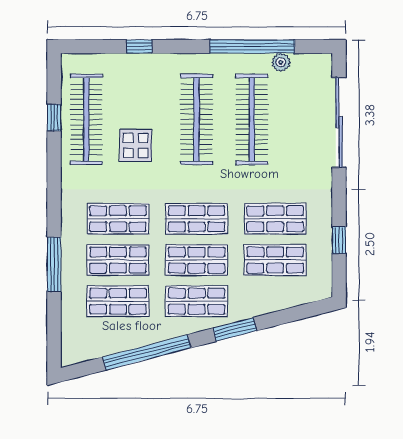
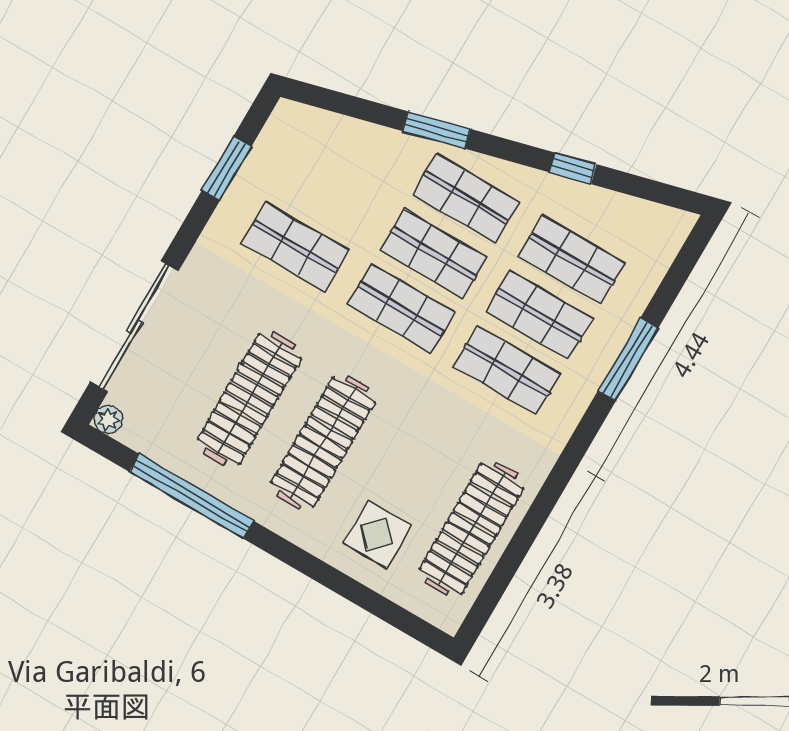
window: (139, 47) -> (343, 585), removed
plant: (281, 62) -> (108, 419), moved
window: (54, 118) -> (513, 556), removed
display table: (136, 145) -> (377, 535), moved
window: (339, 240) -> (227, 168), width x1.50
shop shelf: (275, 260) -> (328, 192), removed
window: (147, 352) -> (573, 168), width x0.32

